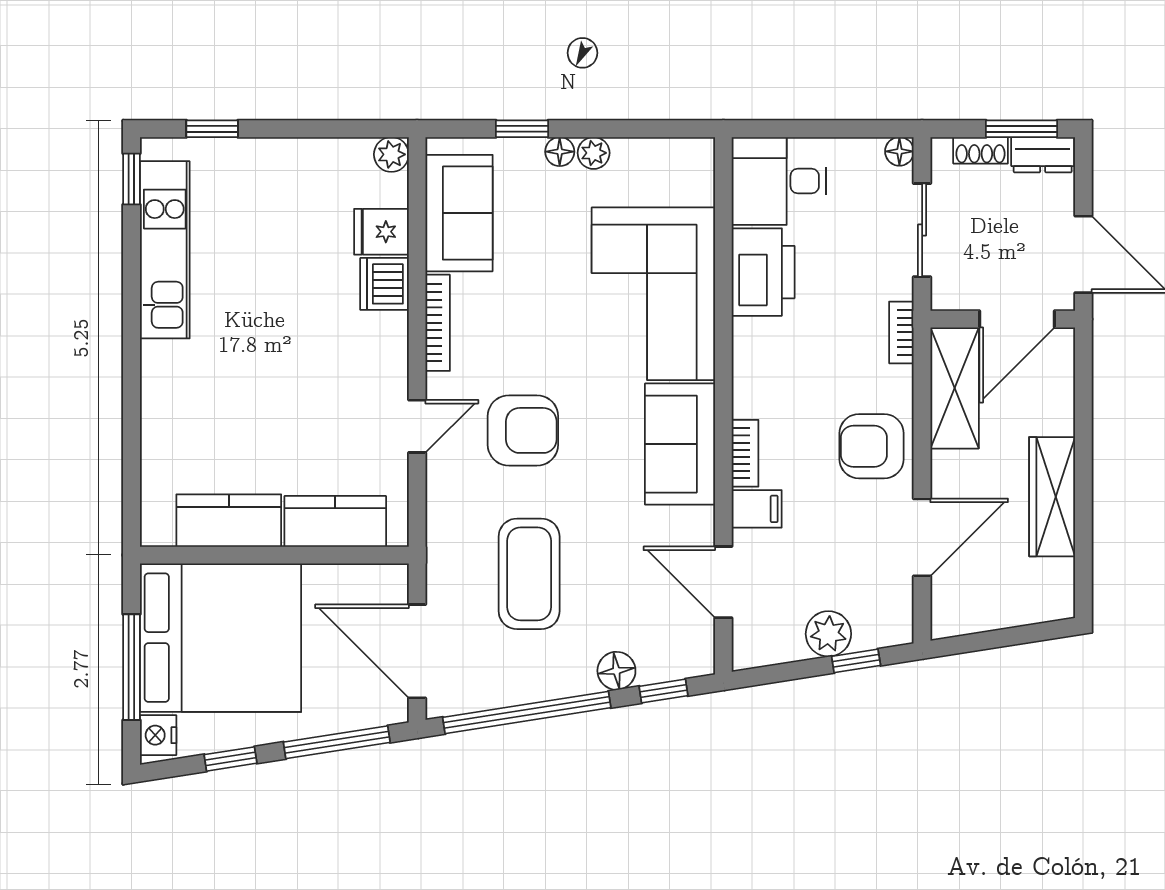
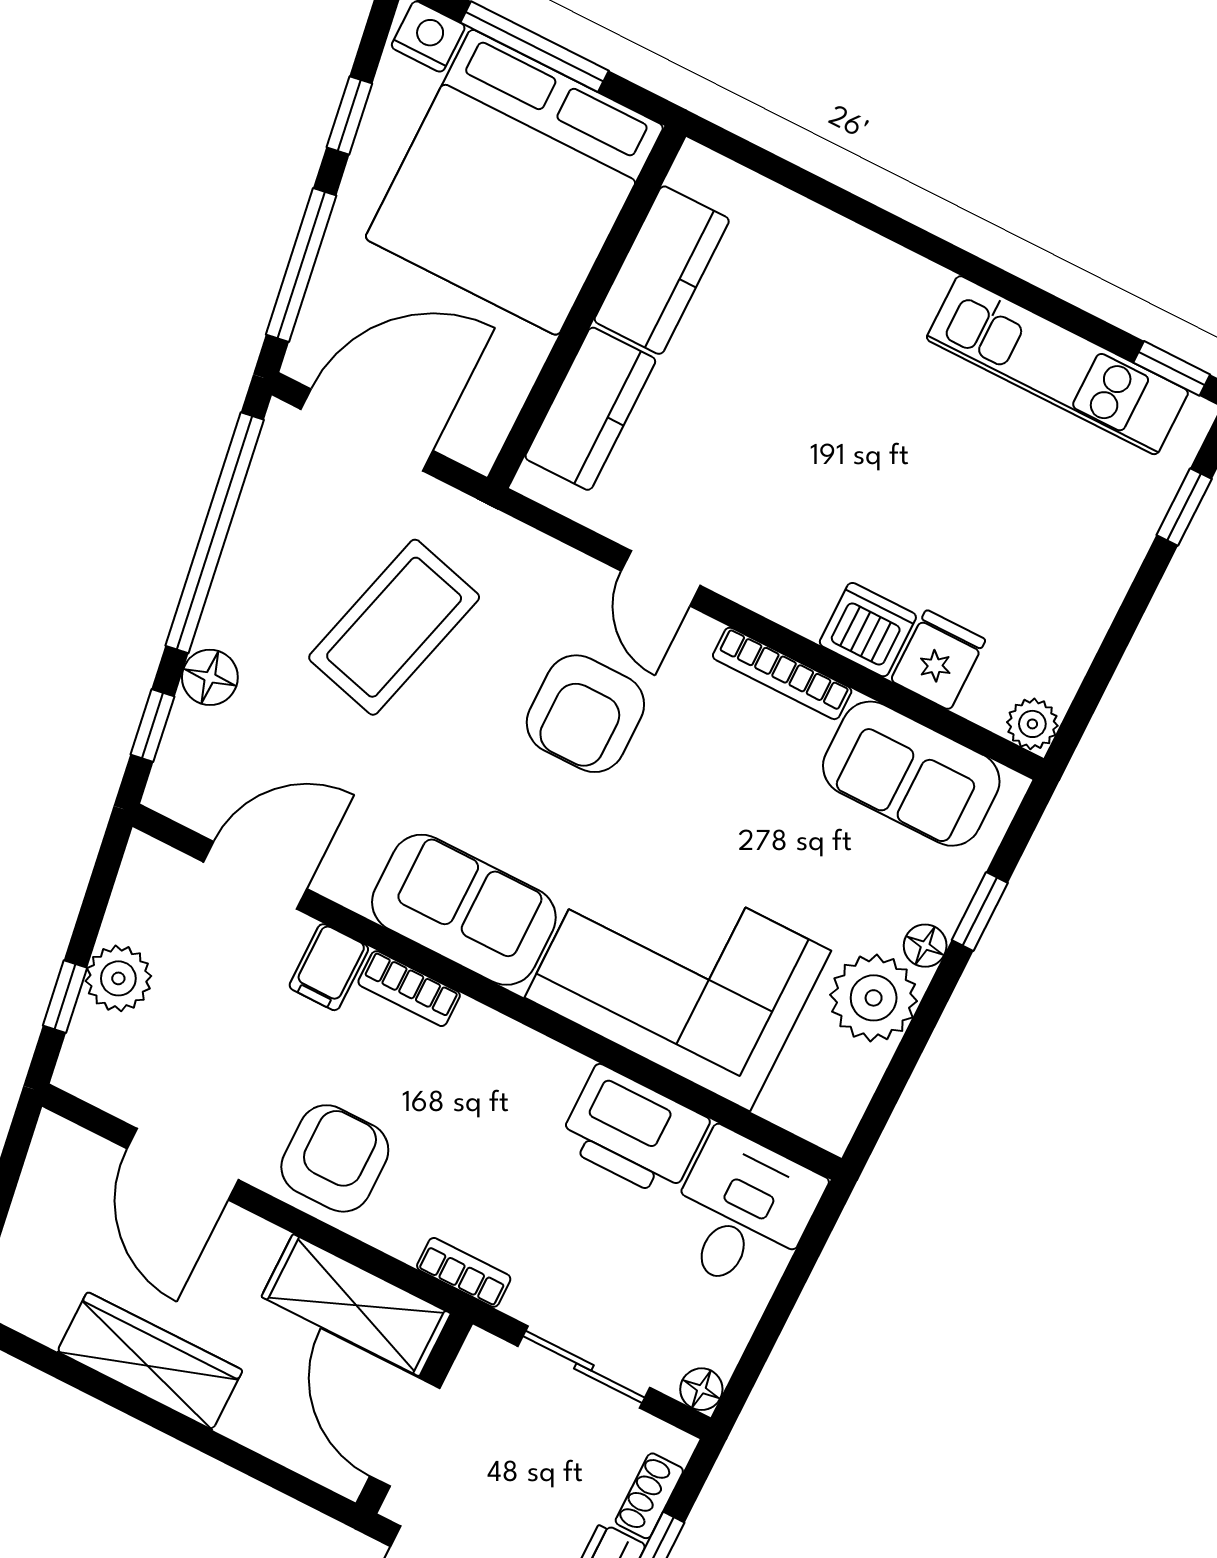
plant: (594, 153) -> (874, 998), width x1.88, depth x1.88
coffee table: (529, 574) -> (394, 627), turned -75

